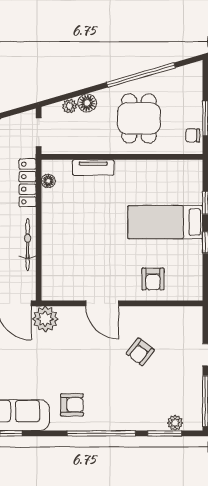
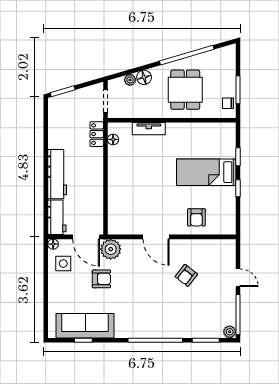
locker: (28, 183) -> (97, 134), width x0.66
bicycle: (28, 244) -> (97, 190), removed
armchair: (72, 405) -> (101, 279), moved
plant: (175, 423) -> (230, 332), moved

